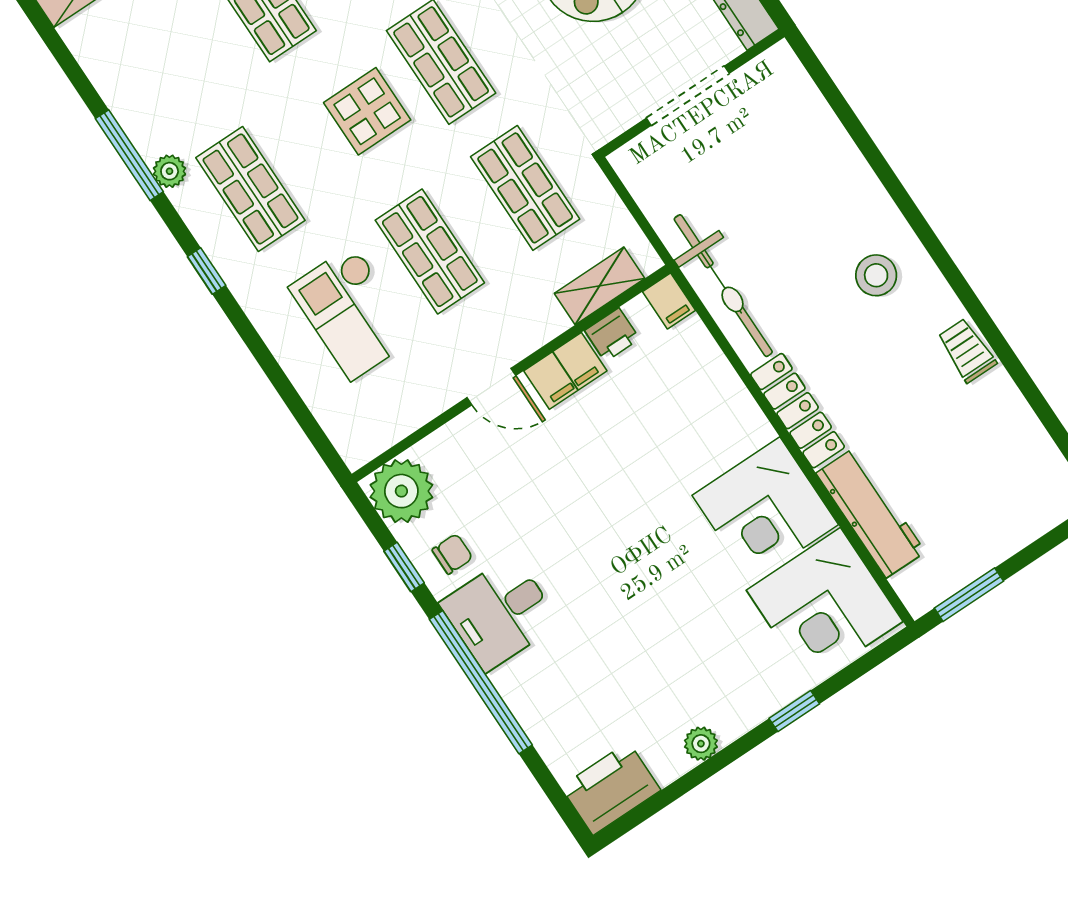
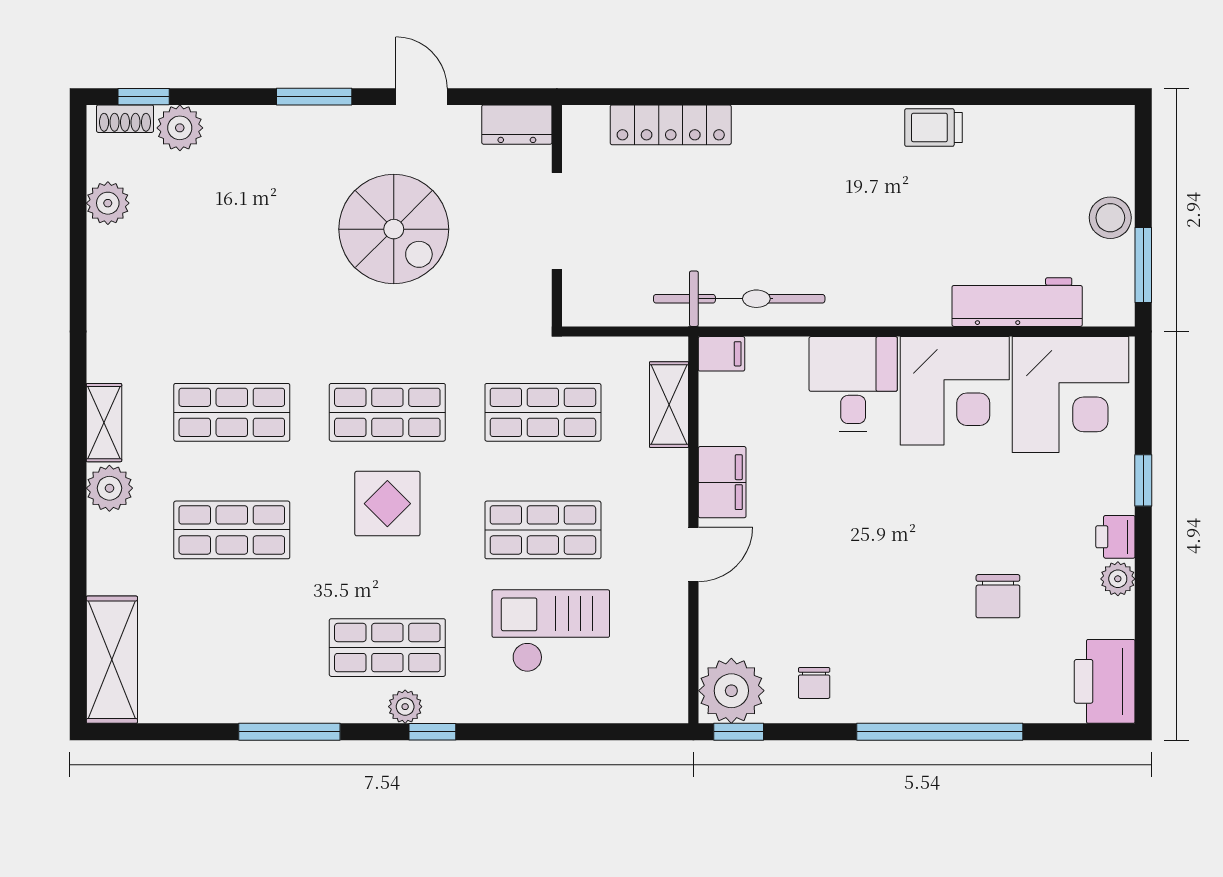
plant: (169, 171) -> (405, 707), moved
stool: (876, 275) -> (1110, 218), moved
checkout: (352, 312) -> (551, 631), turned 180
printer: (612, 335) -> (1115, 537), moved, turned 180
locker: (798, 411) -> (671, 125), moved, turned 180
chair: (452, 554) -> (814, 683), turned 180
window: (404, 567) -> (739, 732), moved
desk: (500, 613) -> (853, 384), moved, turned 180
chair: (622, 656) -> (998, 596), added

